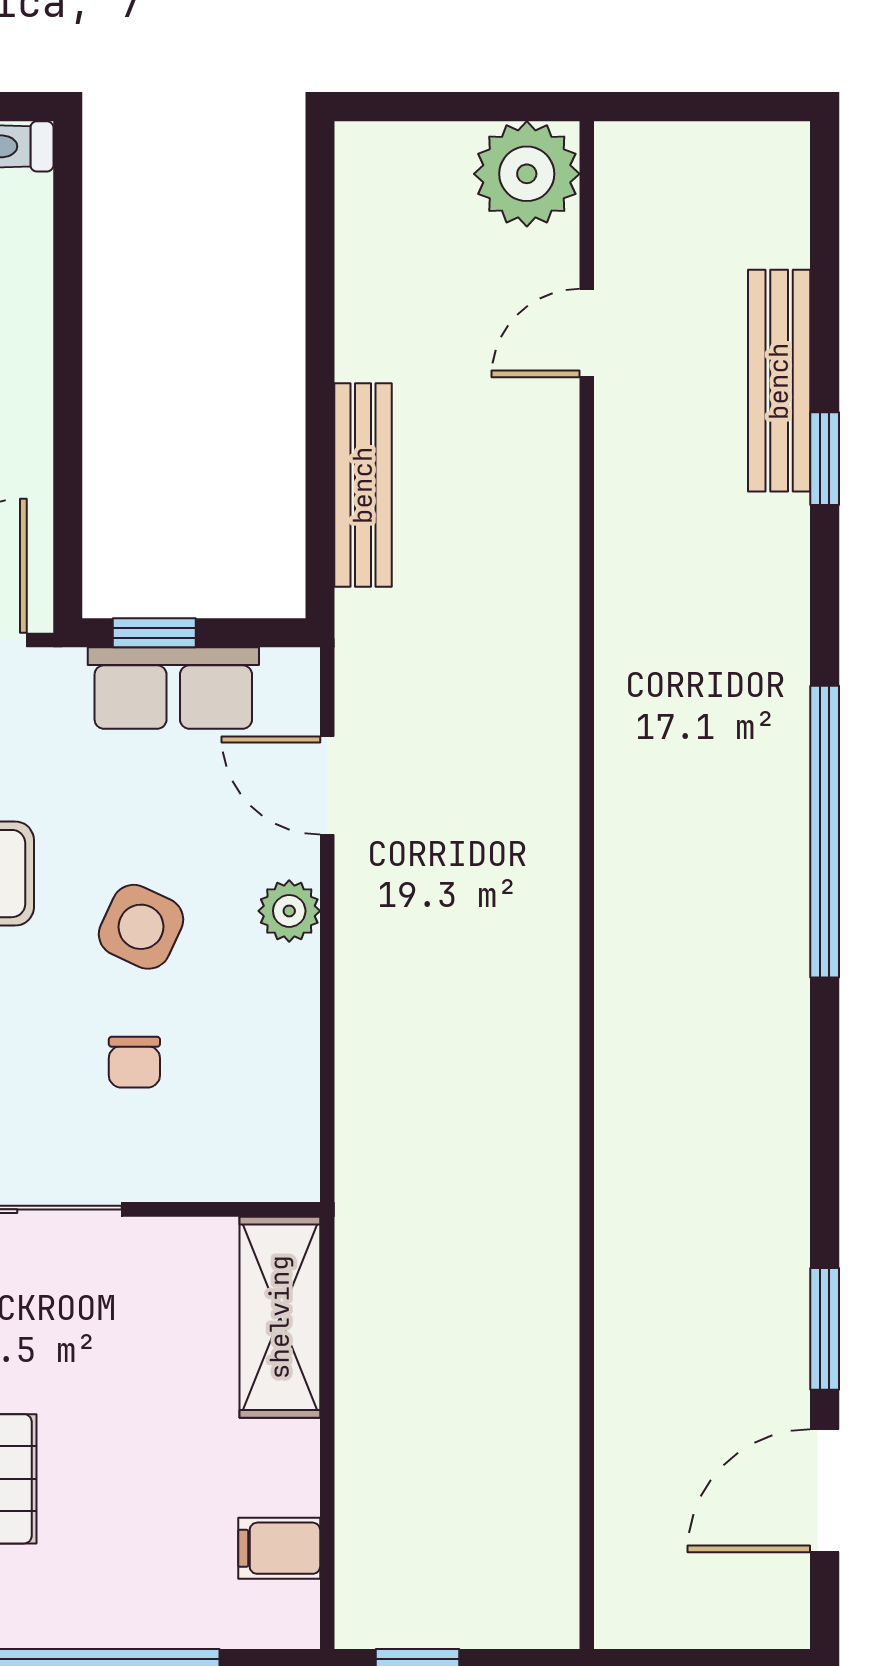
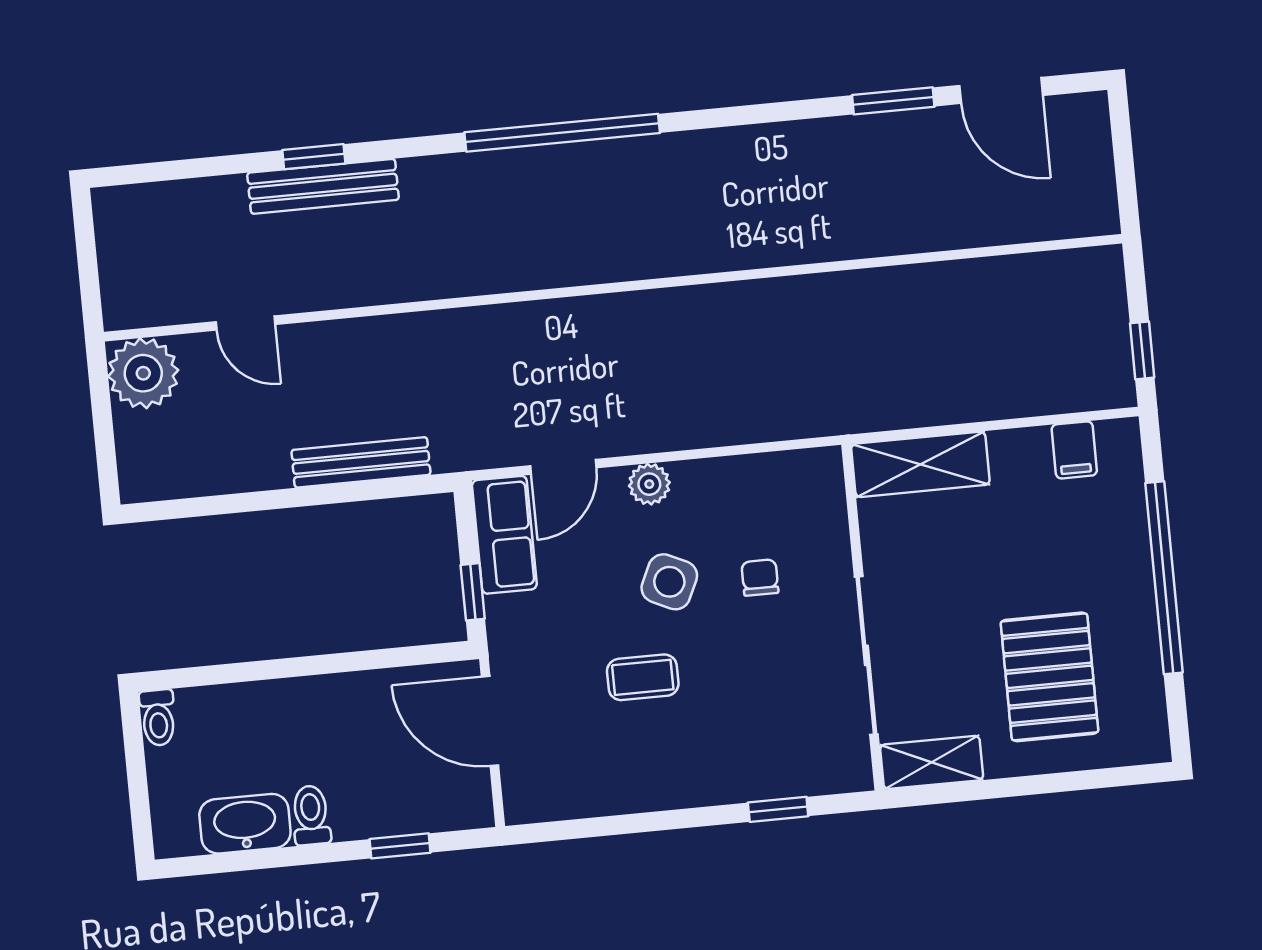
bench: (779, 381) -> (323, 186), moved
row of seats: (173, 688) -> (504, 535), moved
chair: (134, 1062) -> (760, 578), turned -90

